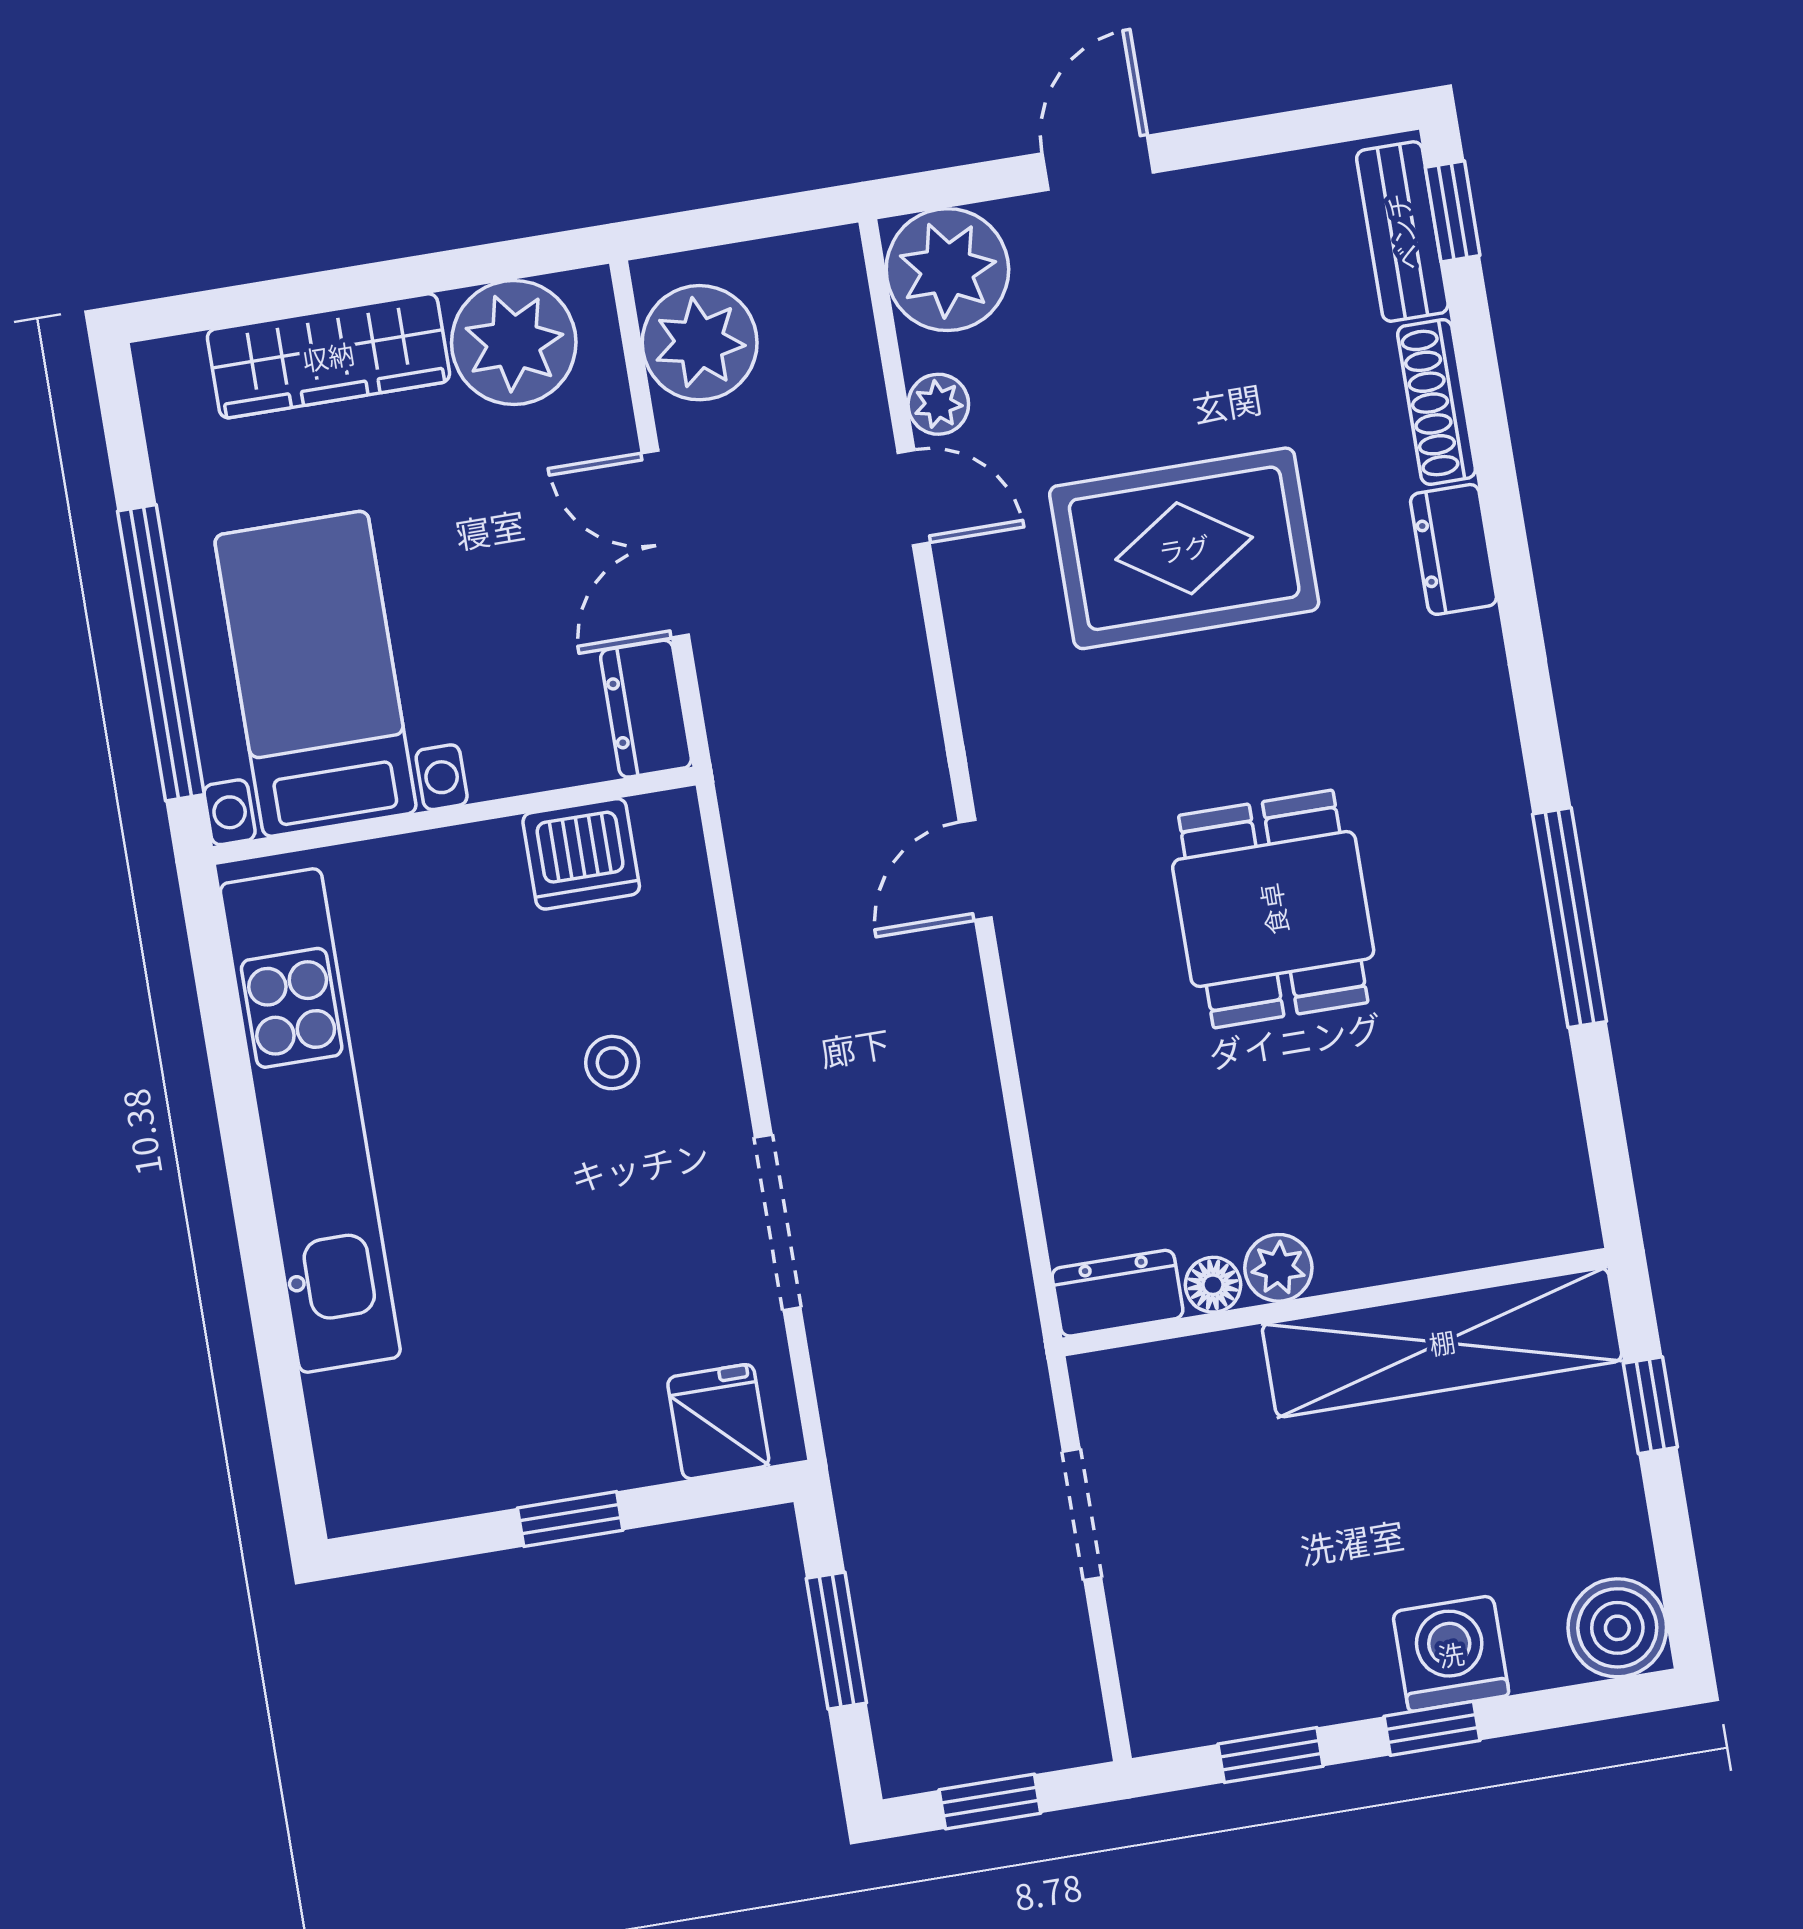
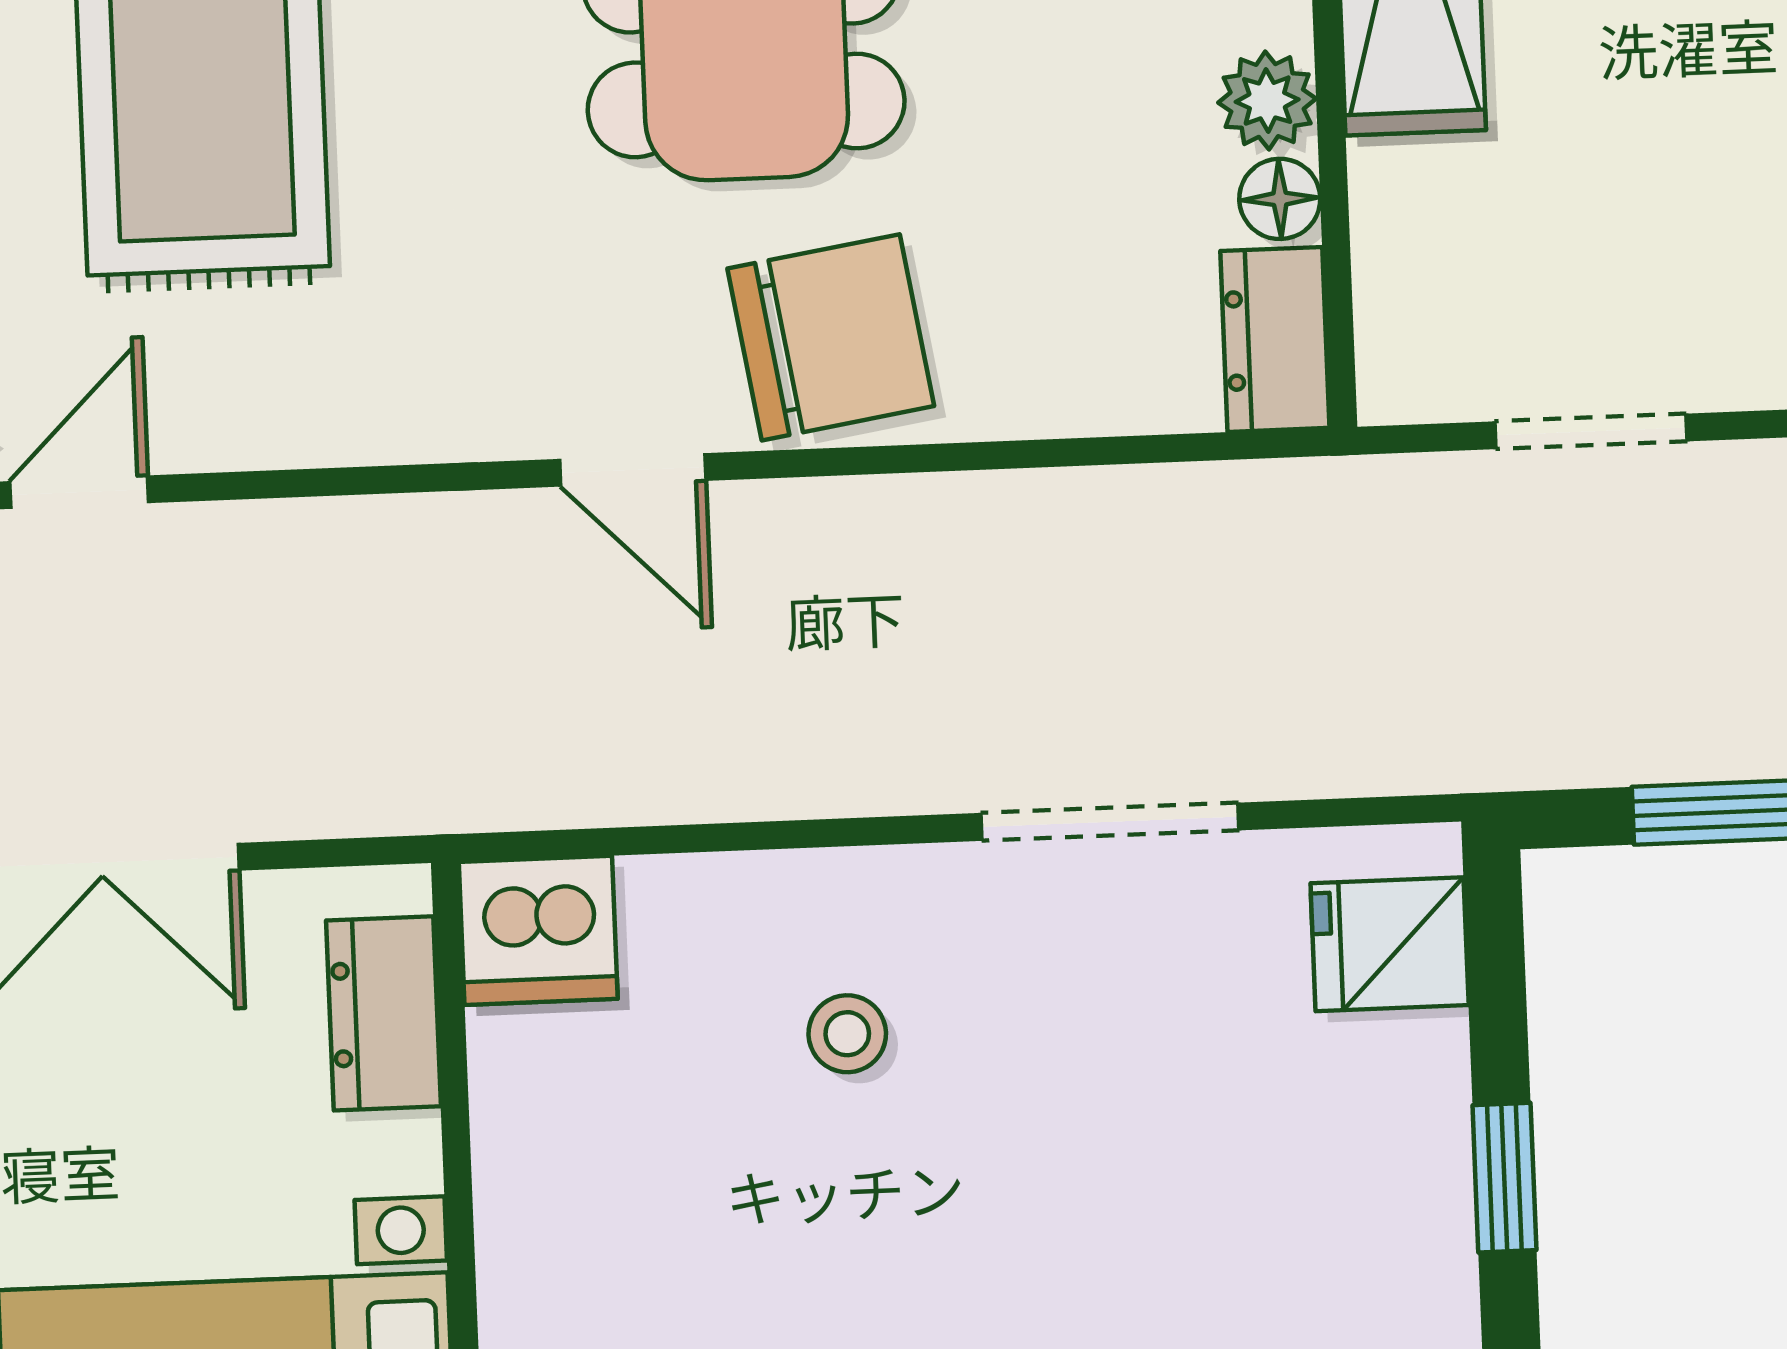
dresser: (646, 709) -> (383, 1013), moved, turned 90
dishwasher: (581, 854) -> (538, 930), moved, turned 90
chair: (1082, 993) -> (831, 337), added

